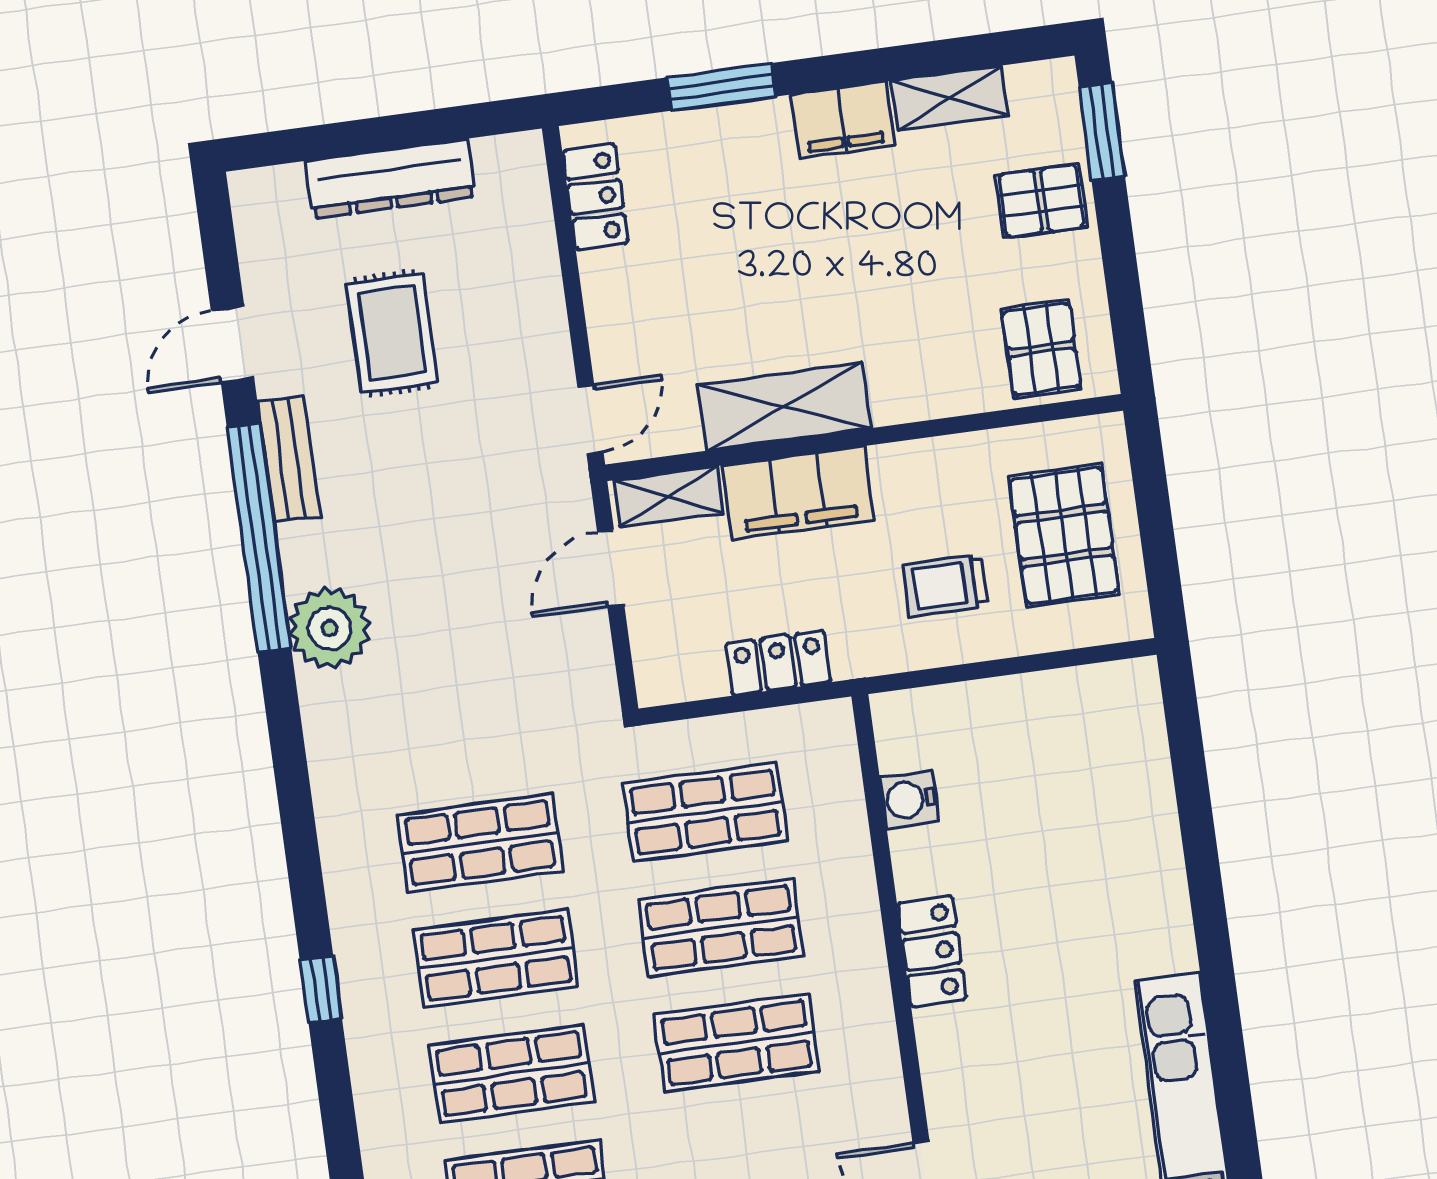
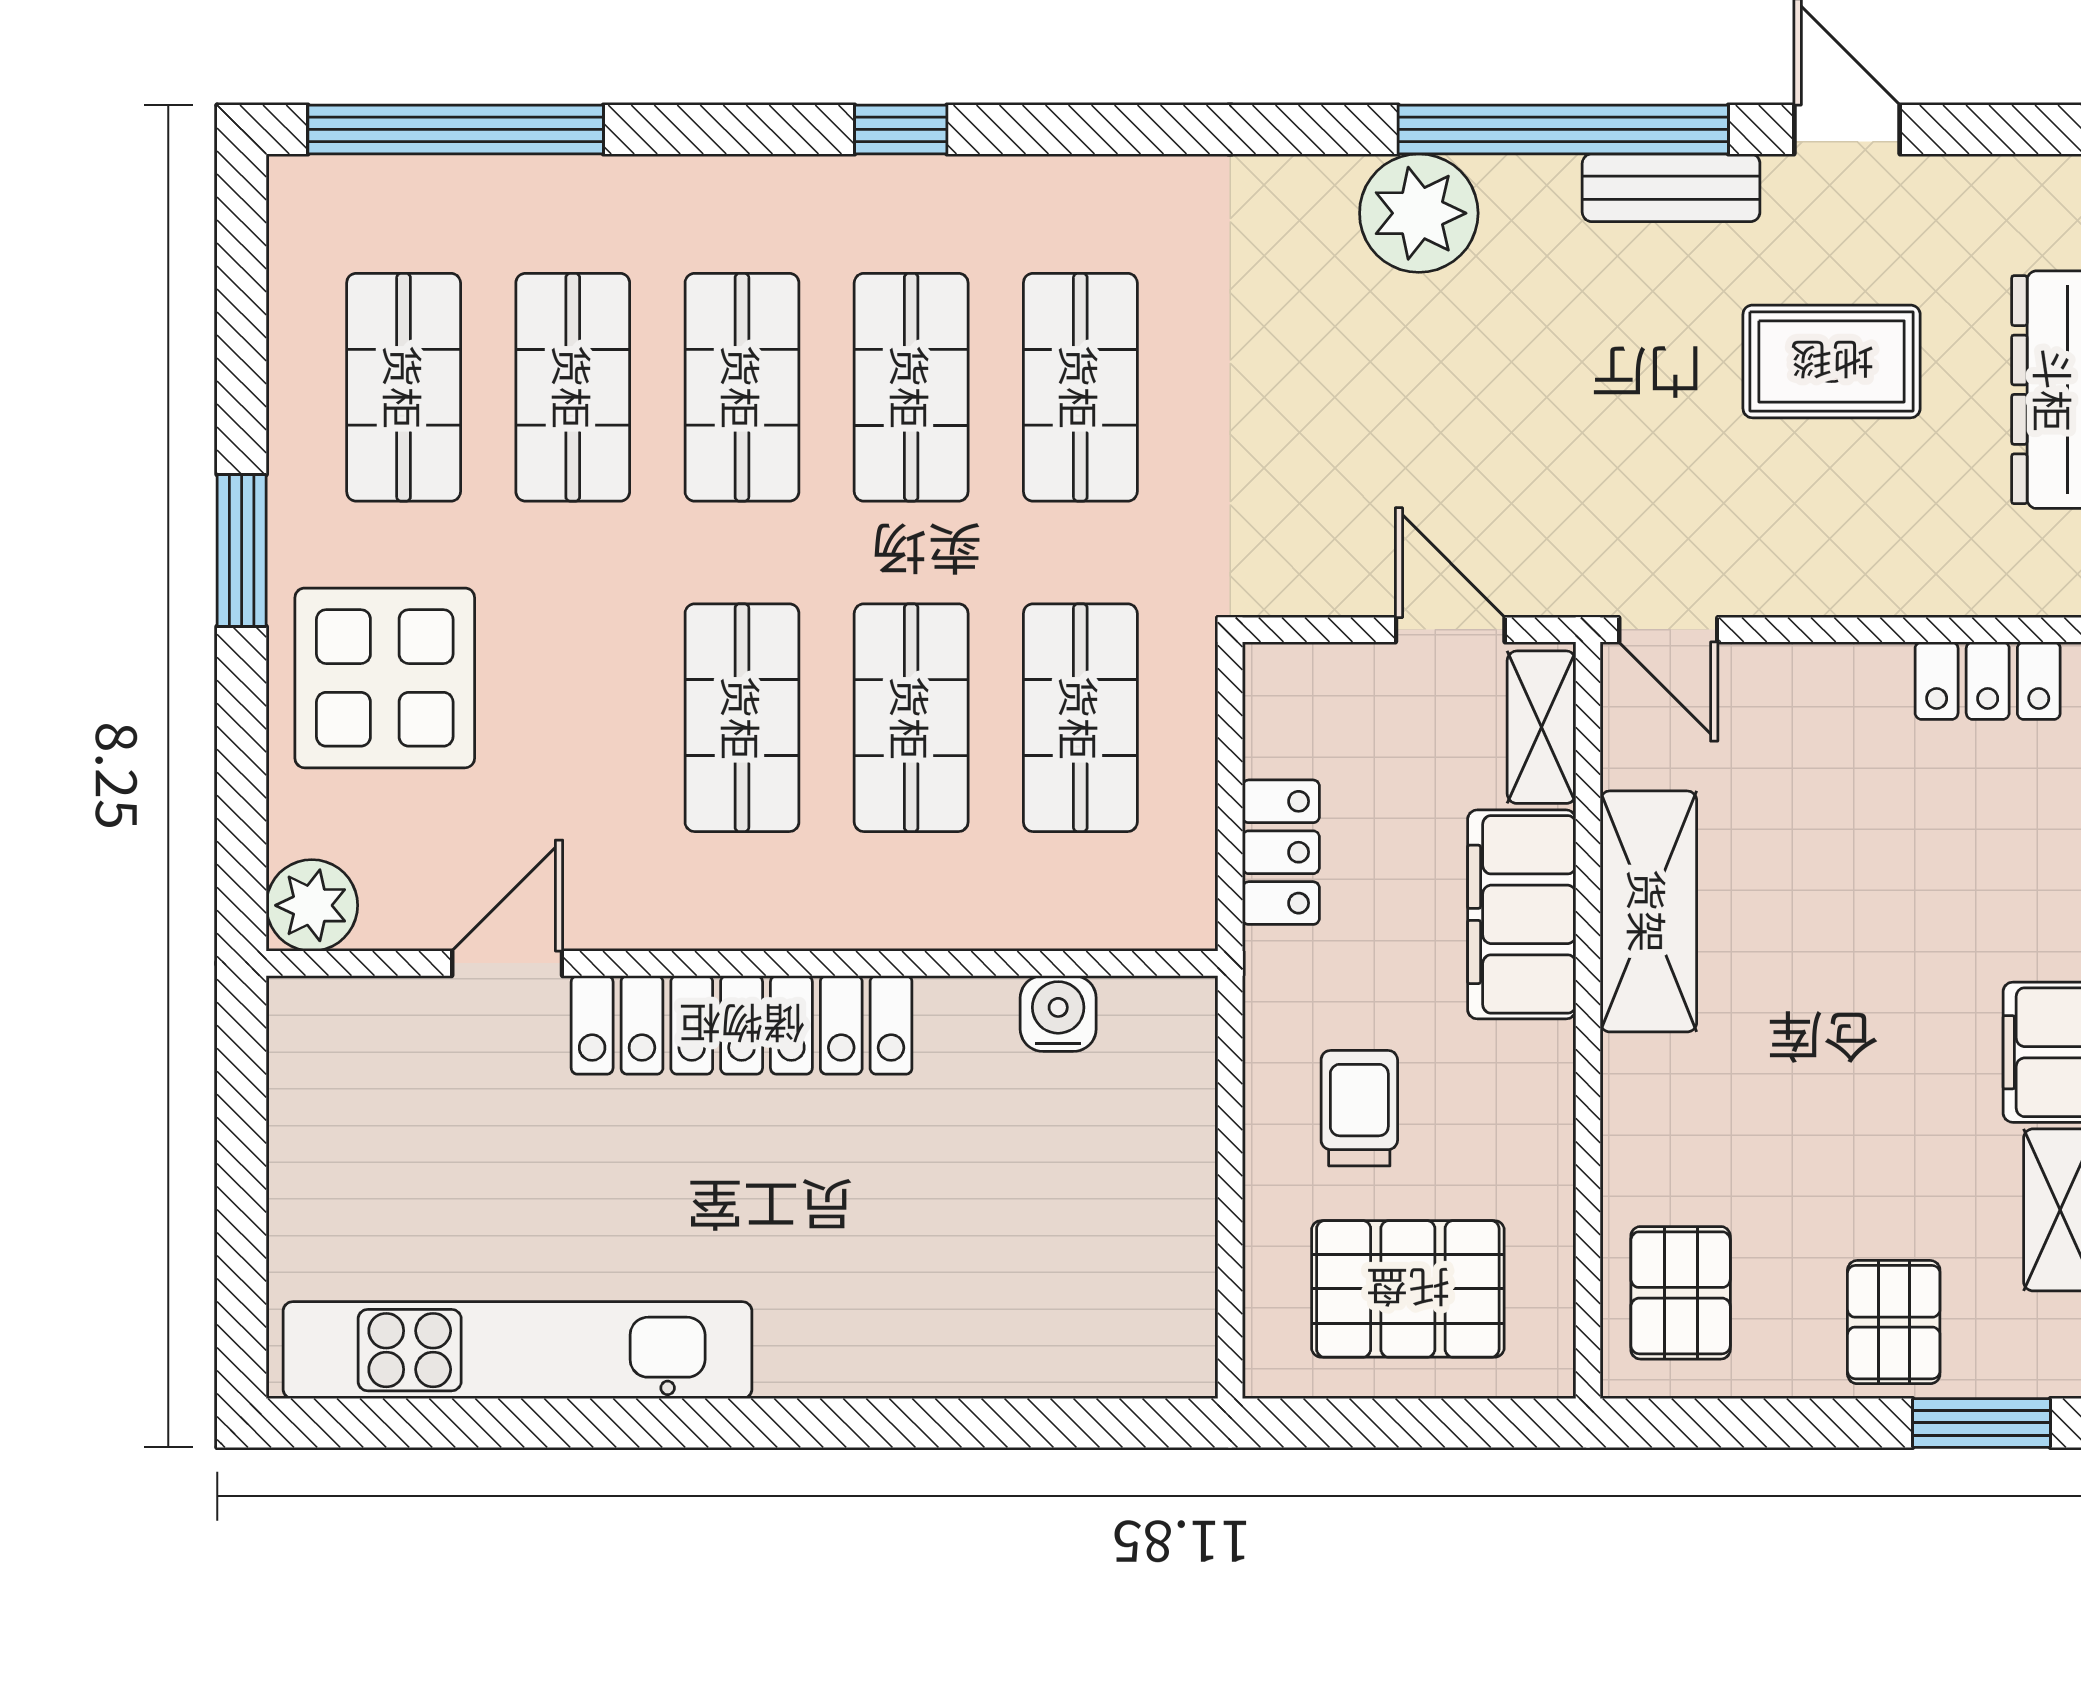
pallet: (1041, 349) -> (1681, 1293), turned 90
locker: (932, 951) -> (742, 1025), width x2.16, depth x1.21

